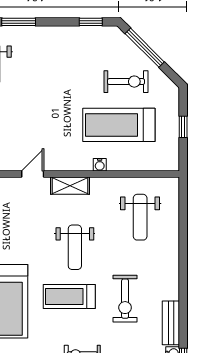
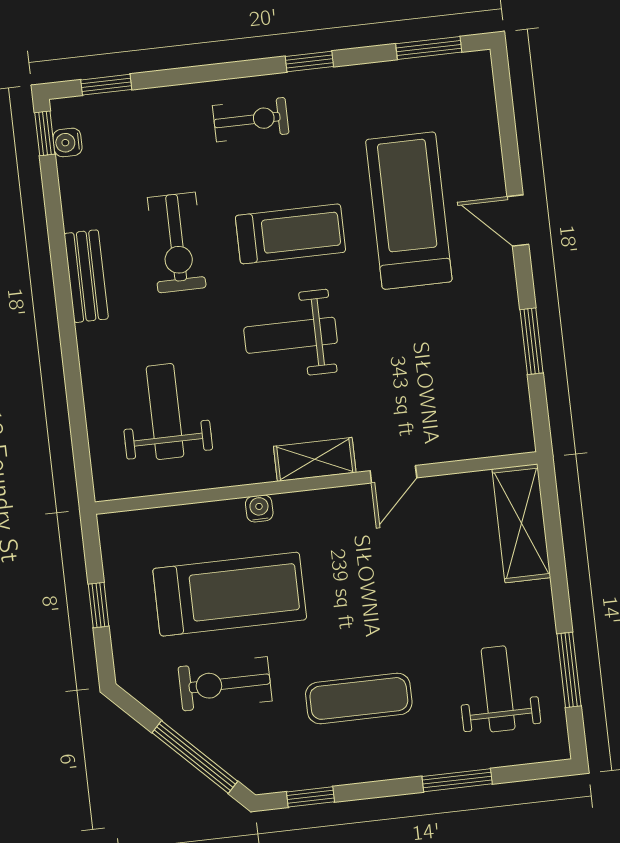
exercise mat: (62, 67) -> (359, 698), added
weight bench: (75, 247) -> (291, 335), turned -90
exercise bike: (125, 299) -> (177, 242), turned 180
bench: (171, 323) -> (86, 276), moved

